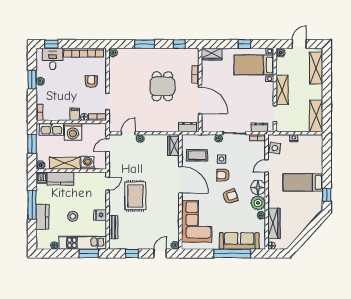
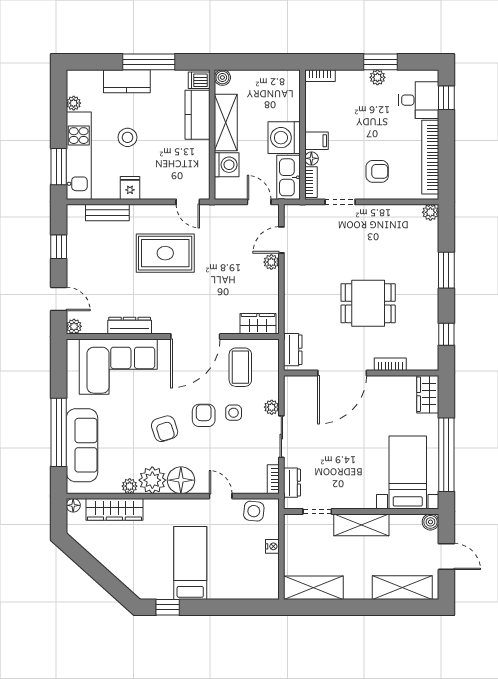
window: (244, 44) -> (446, 455), width x3.17
kitchen sink: (51, 129) -> (288, 177), moved
door: (128, 133) -> (281, 240), swing flipped
window: (32, 144) -> (262, 62), removed
dresser: (175, 215) -> (130, 326), added

